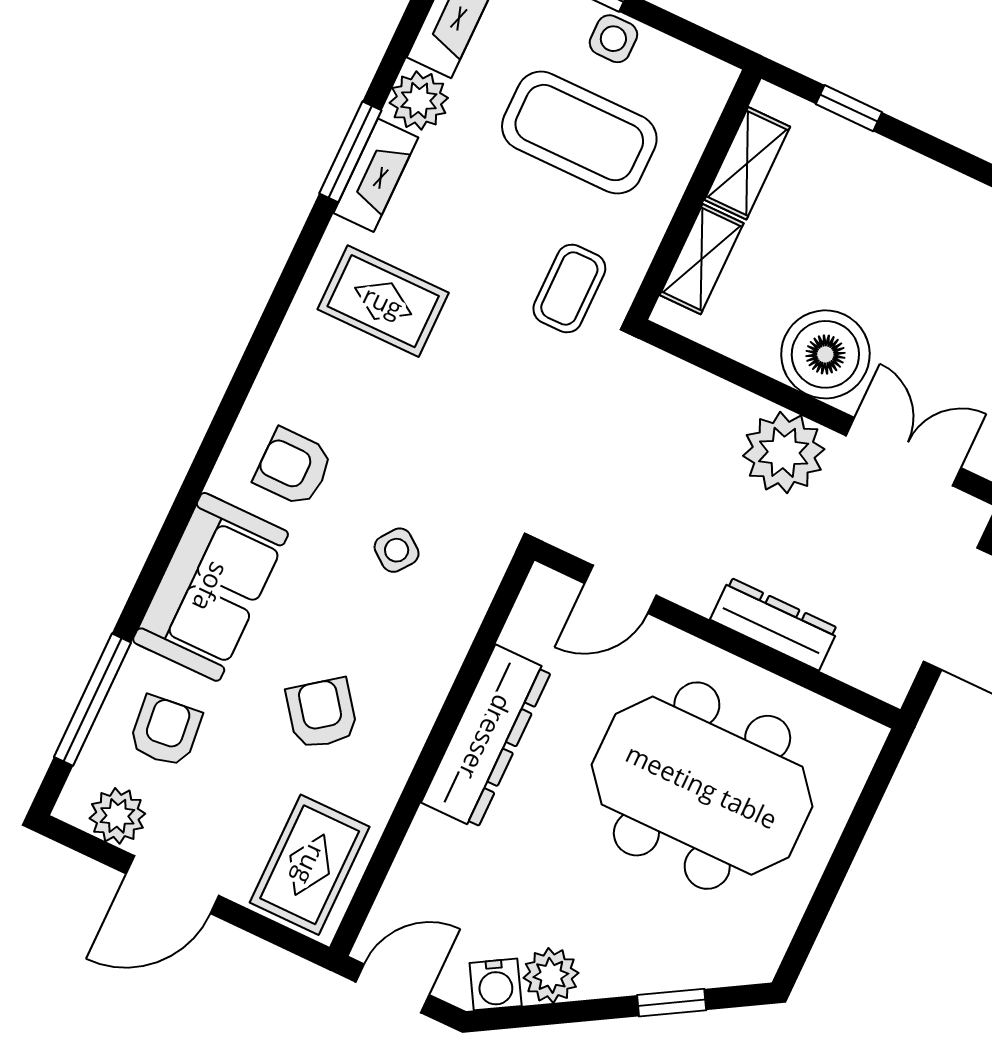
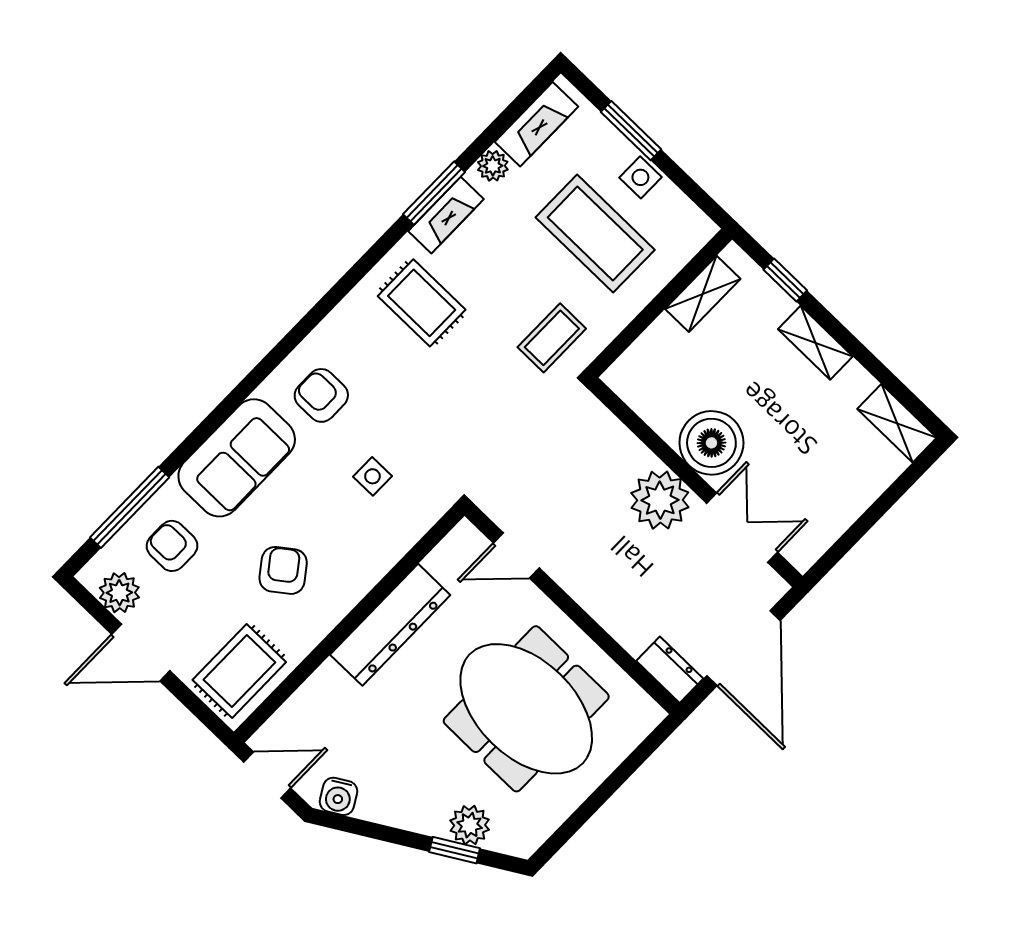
plant: (419, 100) -> (493, 166), width x0.73, depth x0.73
shelving: (702, 259) -> (815, 343), moved, turned 90
side table: (397, 550) -> (372, 476), turned -37
dresser: (774, 624) -> (670, 670), moved, width x0.70
armchair: (165, 731) -> (172, 546), turned -84
plant: (551, 975) -> (470, 825), moved

